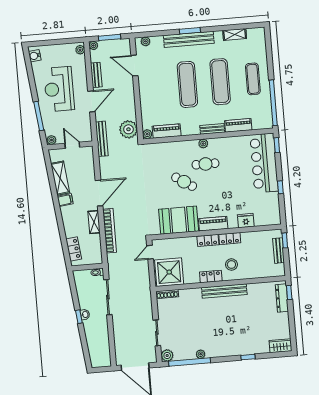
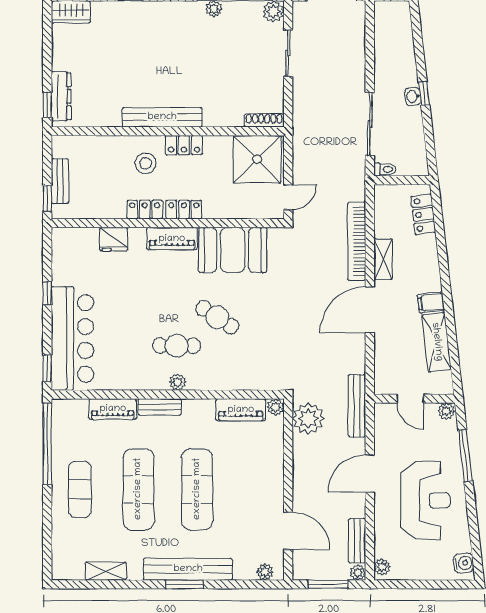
bench: (96, 75) -> (357, 541), moved

